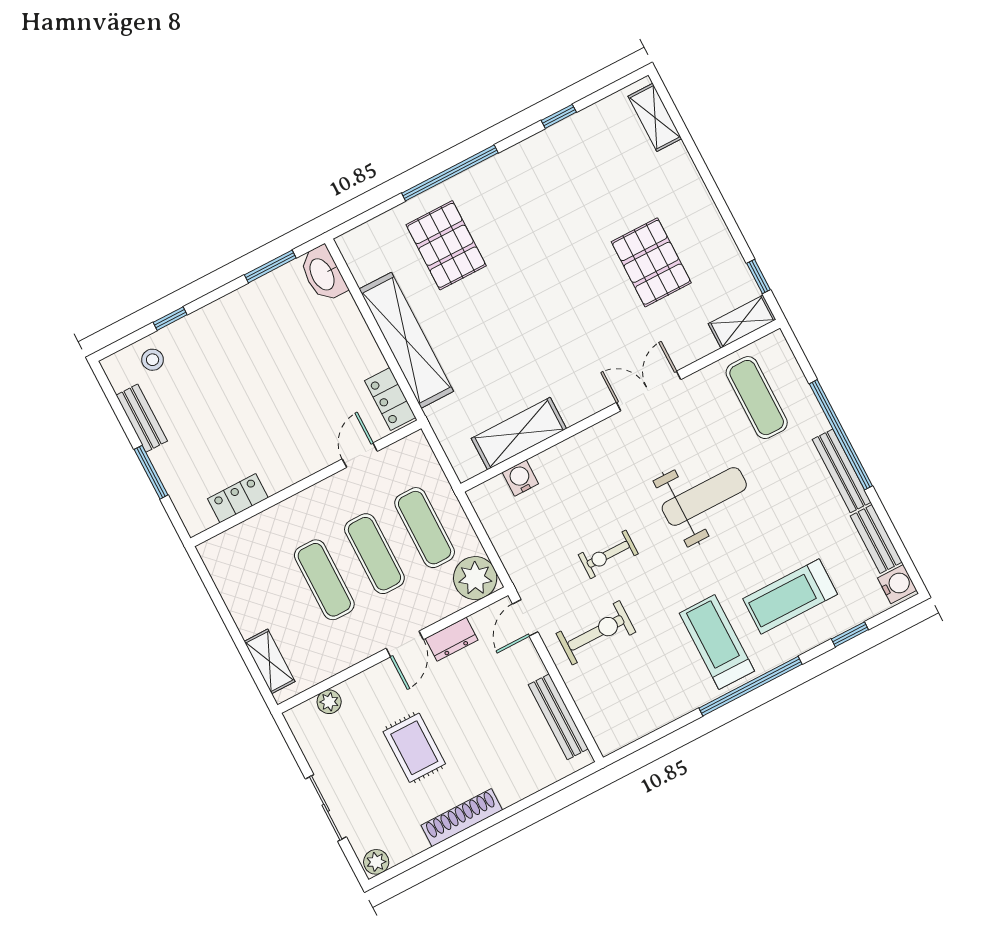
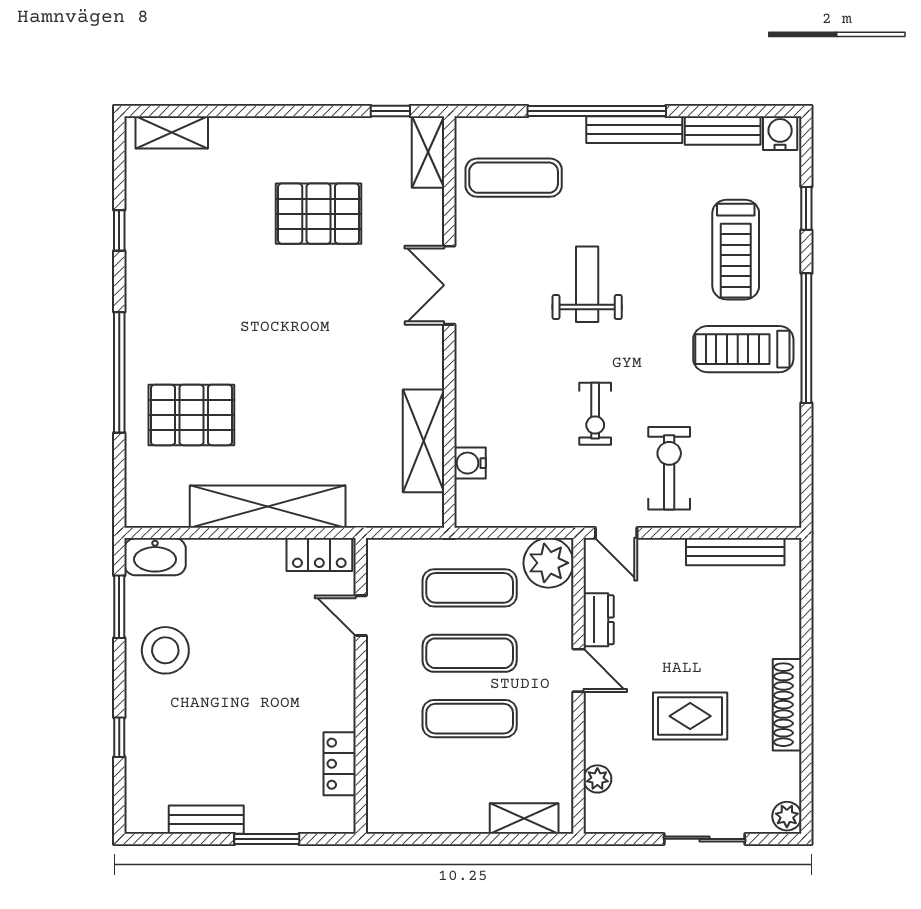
stool: (153, 360) -> (165, 650), moved, width x1.89, depth x1.89
weight bench: (704, 496) -> (587, 284), width x0.73, depth x0.75

